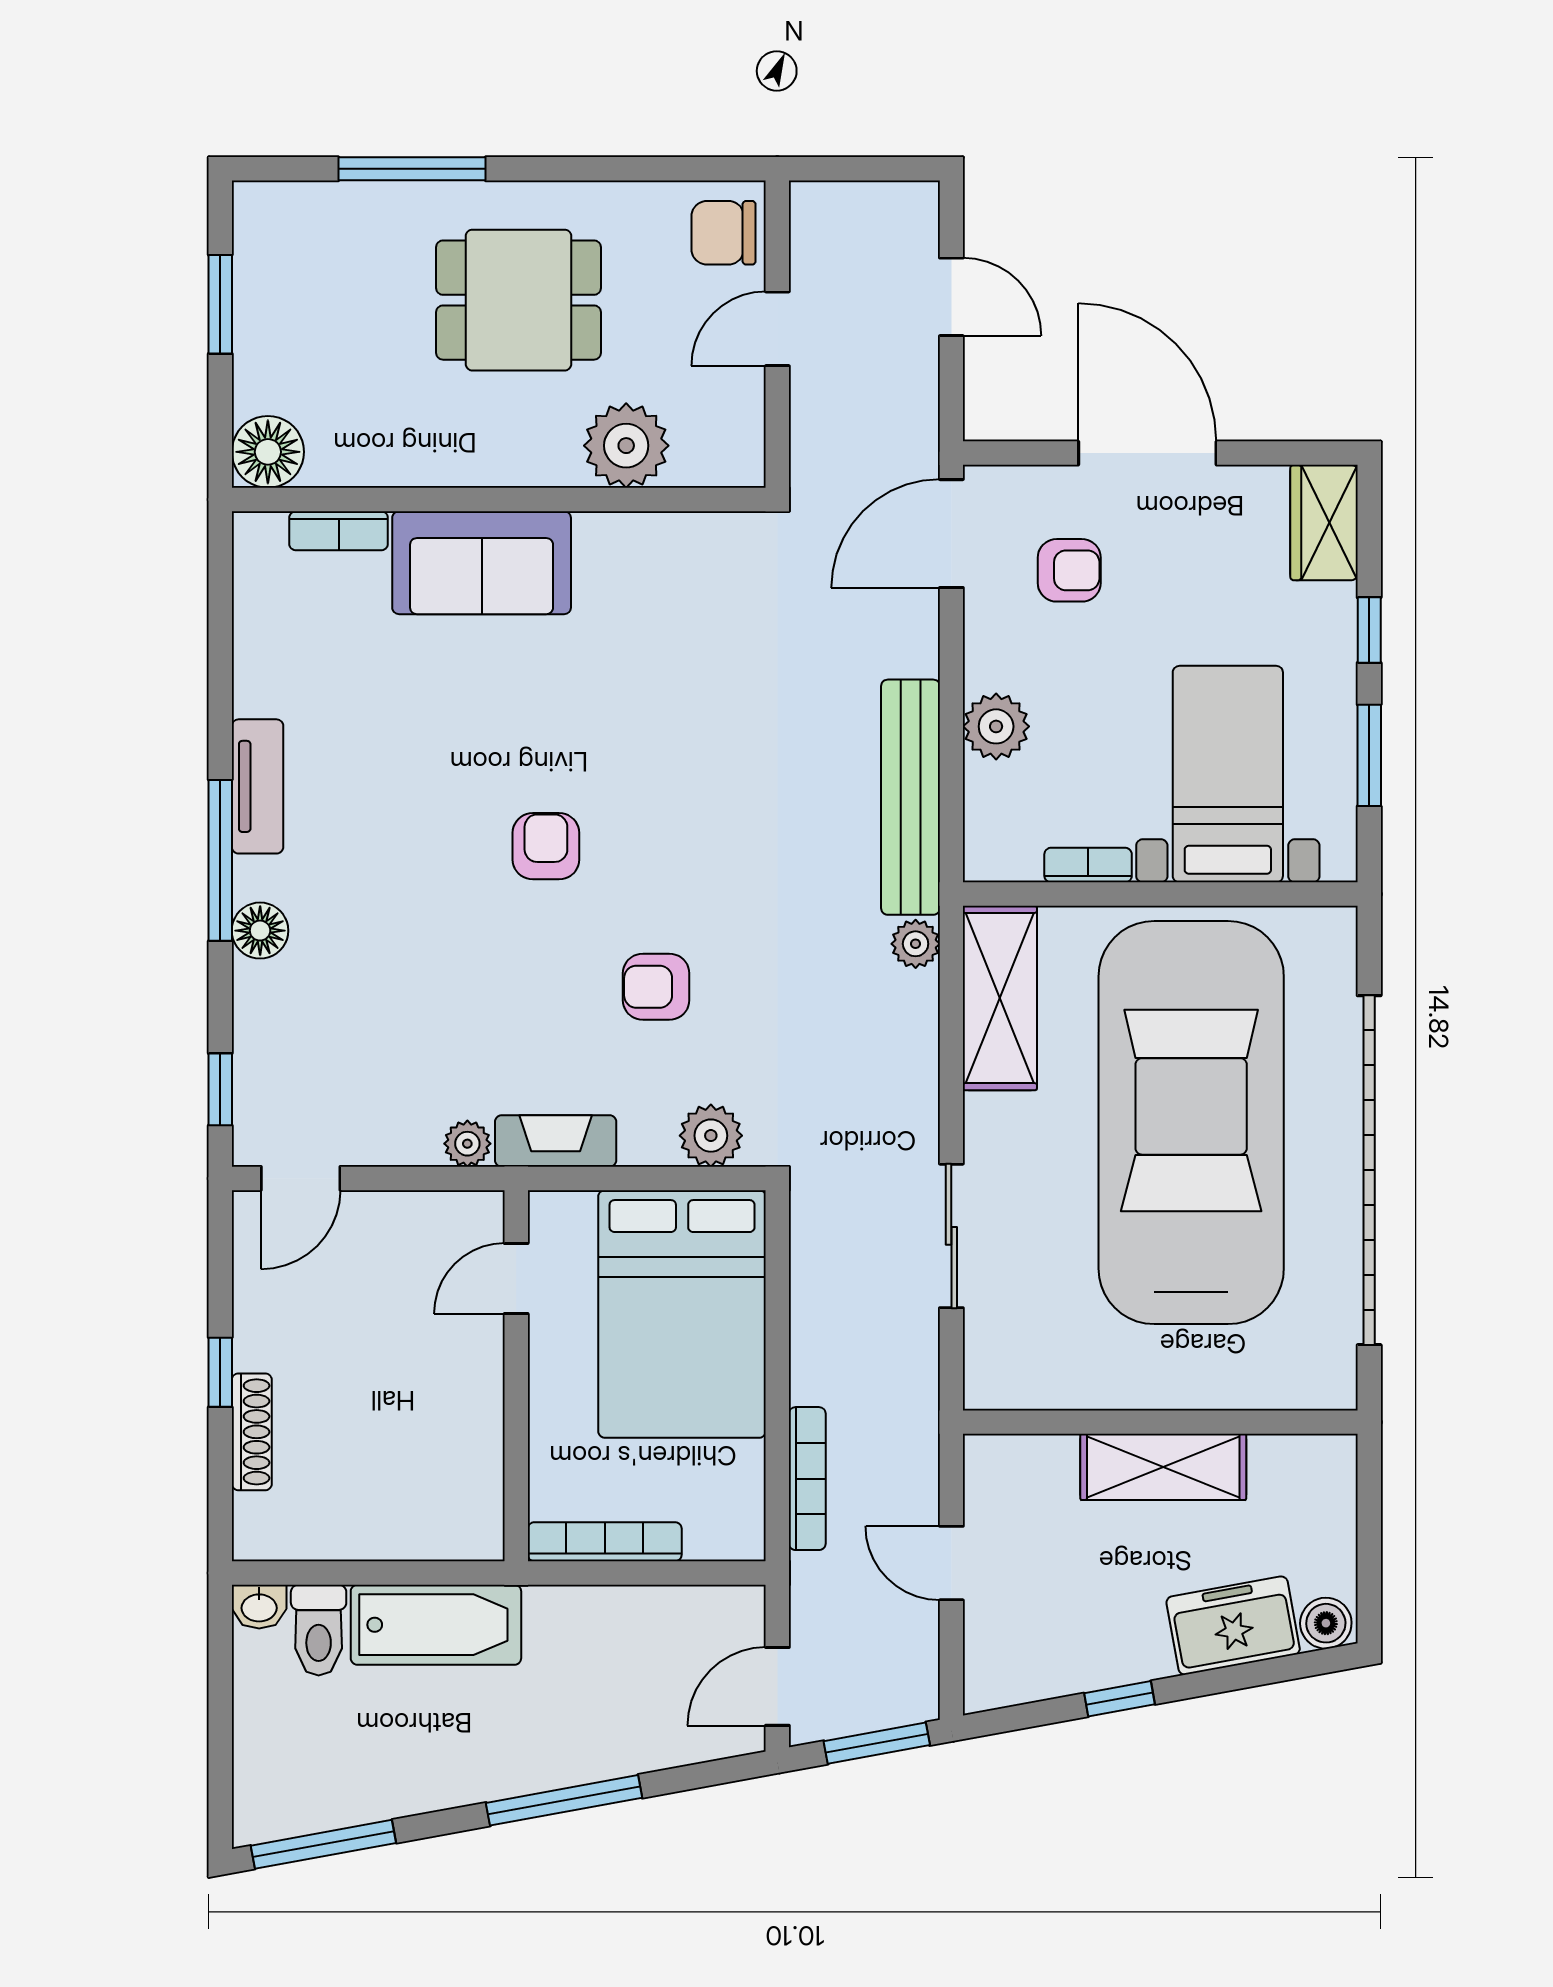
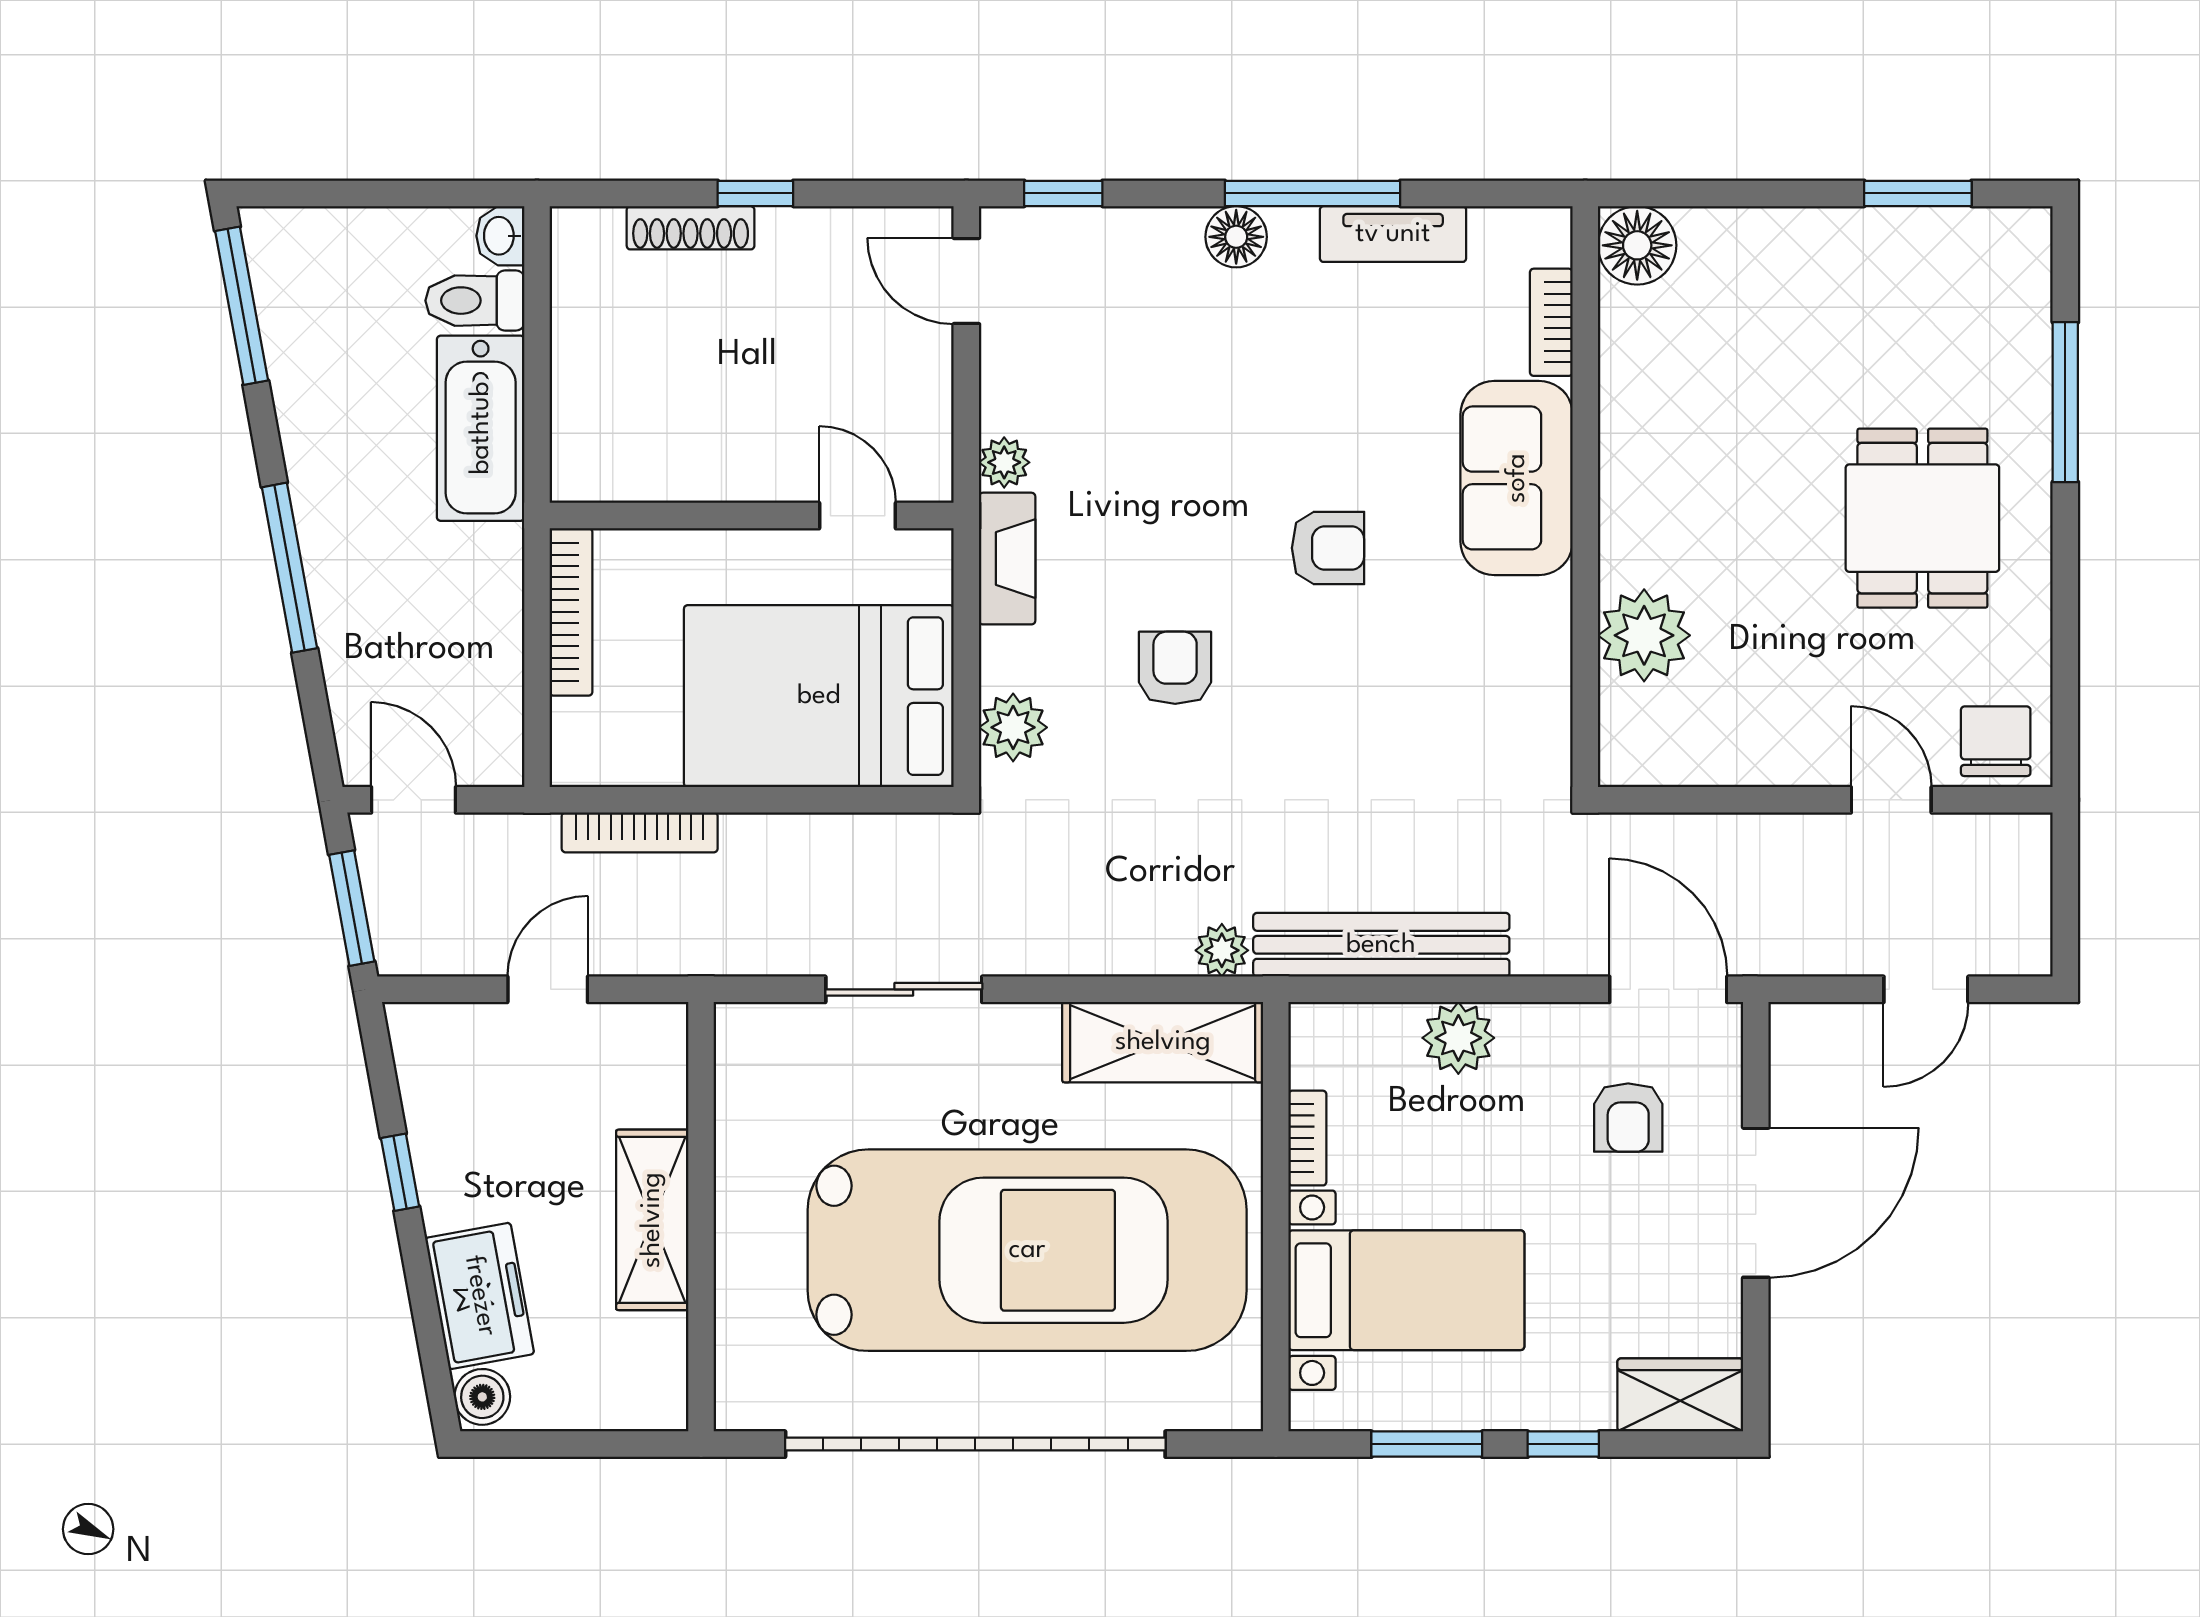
plant: (626, 446) -> (1644, 635), moved
floor lamp: (268, 452) -> (1637, 245), moved
wall: (499, 500) -> (1585, 497), moved
bookcase: (339, 531) -> (1551, 322), moved
sofa: (482, 563) -> (1517, 478), moved

